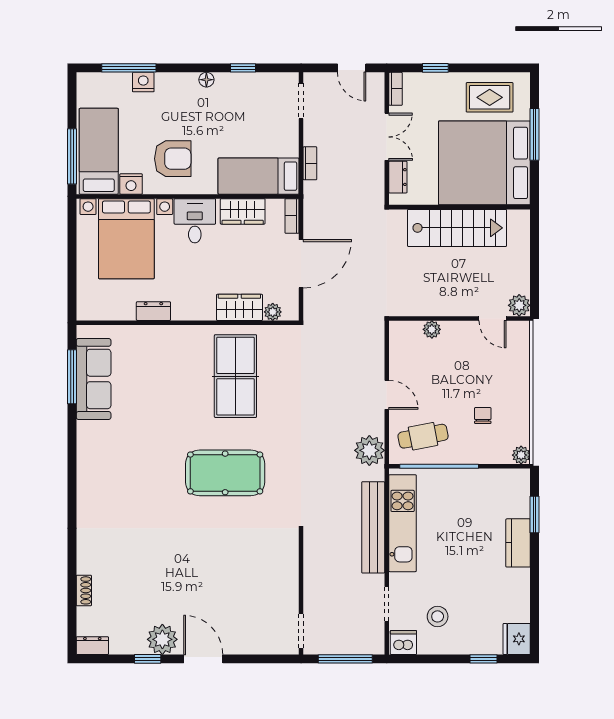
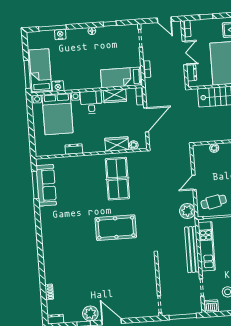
armchair: (173, 159) -> (78, 72), removed
door: (387, 395) -> (194, 182), swing flipped

